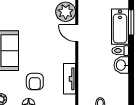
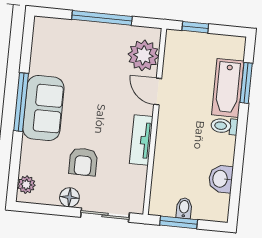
washbasin: (121, 65) -> (221, 179), moved
tv unit: (70, 79) -> (141, 140), moved

